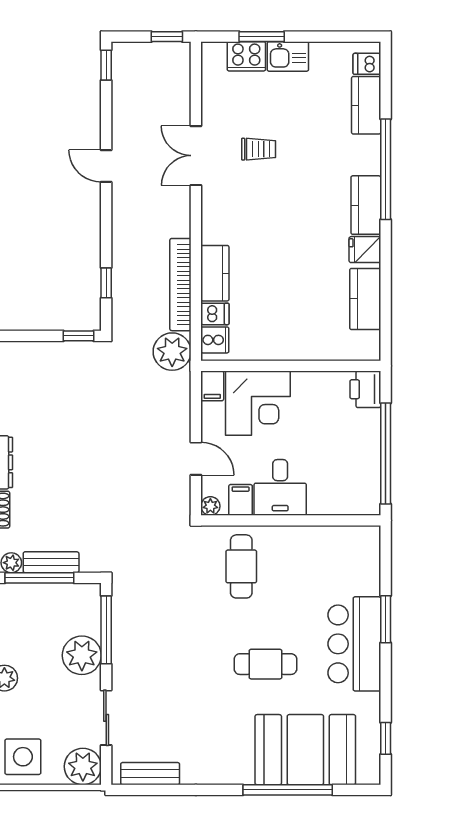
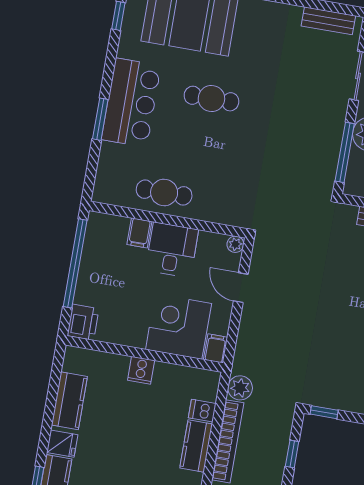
cooker: (215, 340) -> (141, 370), moved, turned -90
plant: (172, 352) -> (240, 388), width x0.73, depth x0.73
filing cabinet: (241, 500) -> (139, 233), moved
cafe table: (241, 566) -> (164, 193), moved, turned 90

